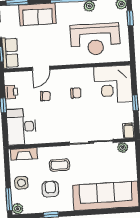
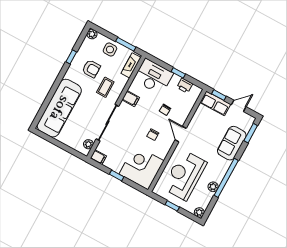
window: (130, 18) -> (172, 206), moved
door: (41, 68) -> (181, 134), moved
filing cabinet: (55, 135) -> (131, 99), added
window: (9, 199) -> (126, 44), moved

